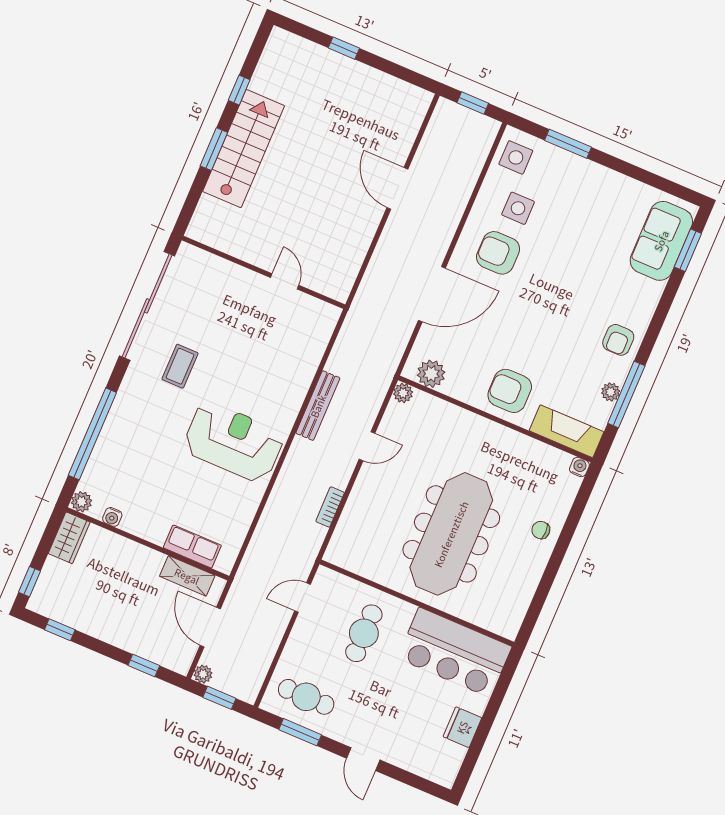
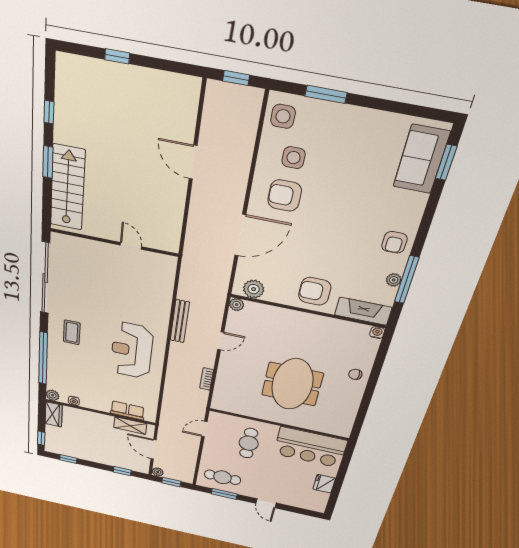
stairs: (244, 149) -> (68, 188), moved
coffee table: (180, 366) -> (72, 332), moved
reception desk: (233, 442) -> (132, 351), turned -90
meeting table: (451, 534) -> (292, 384), width x0.73

